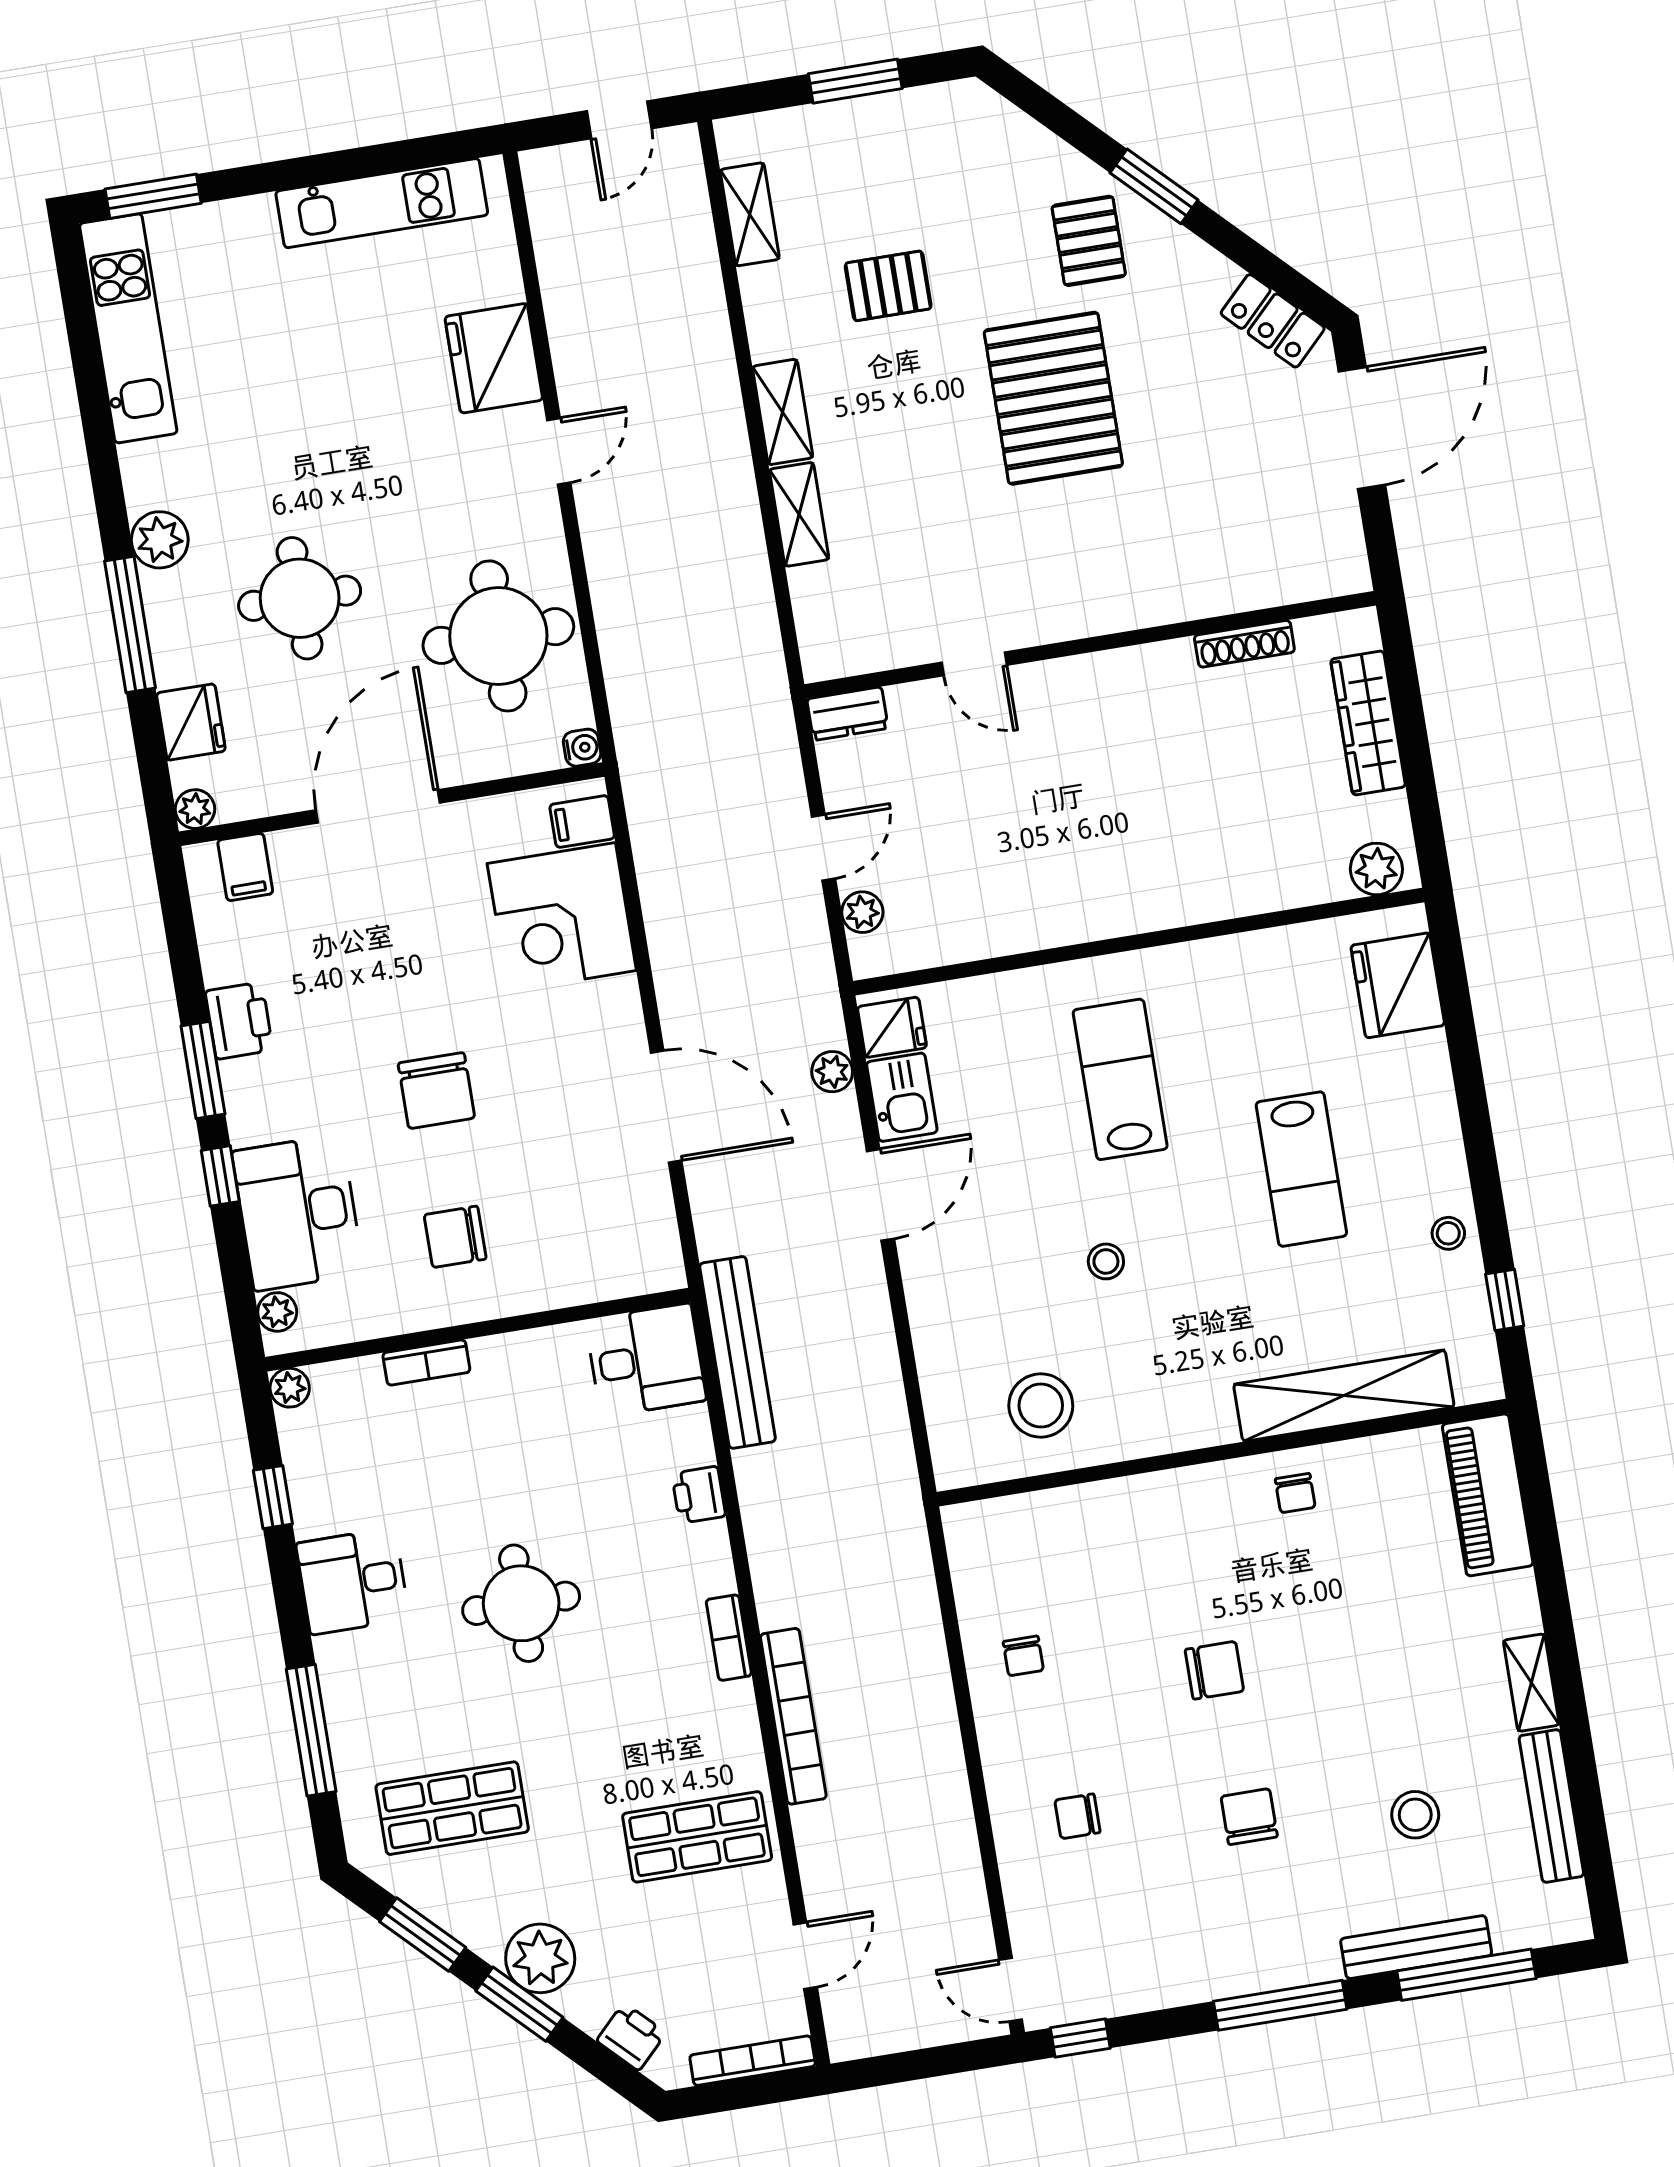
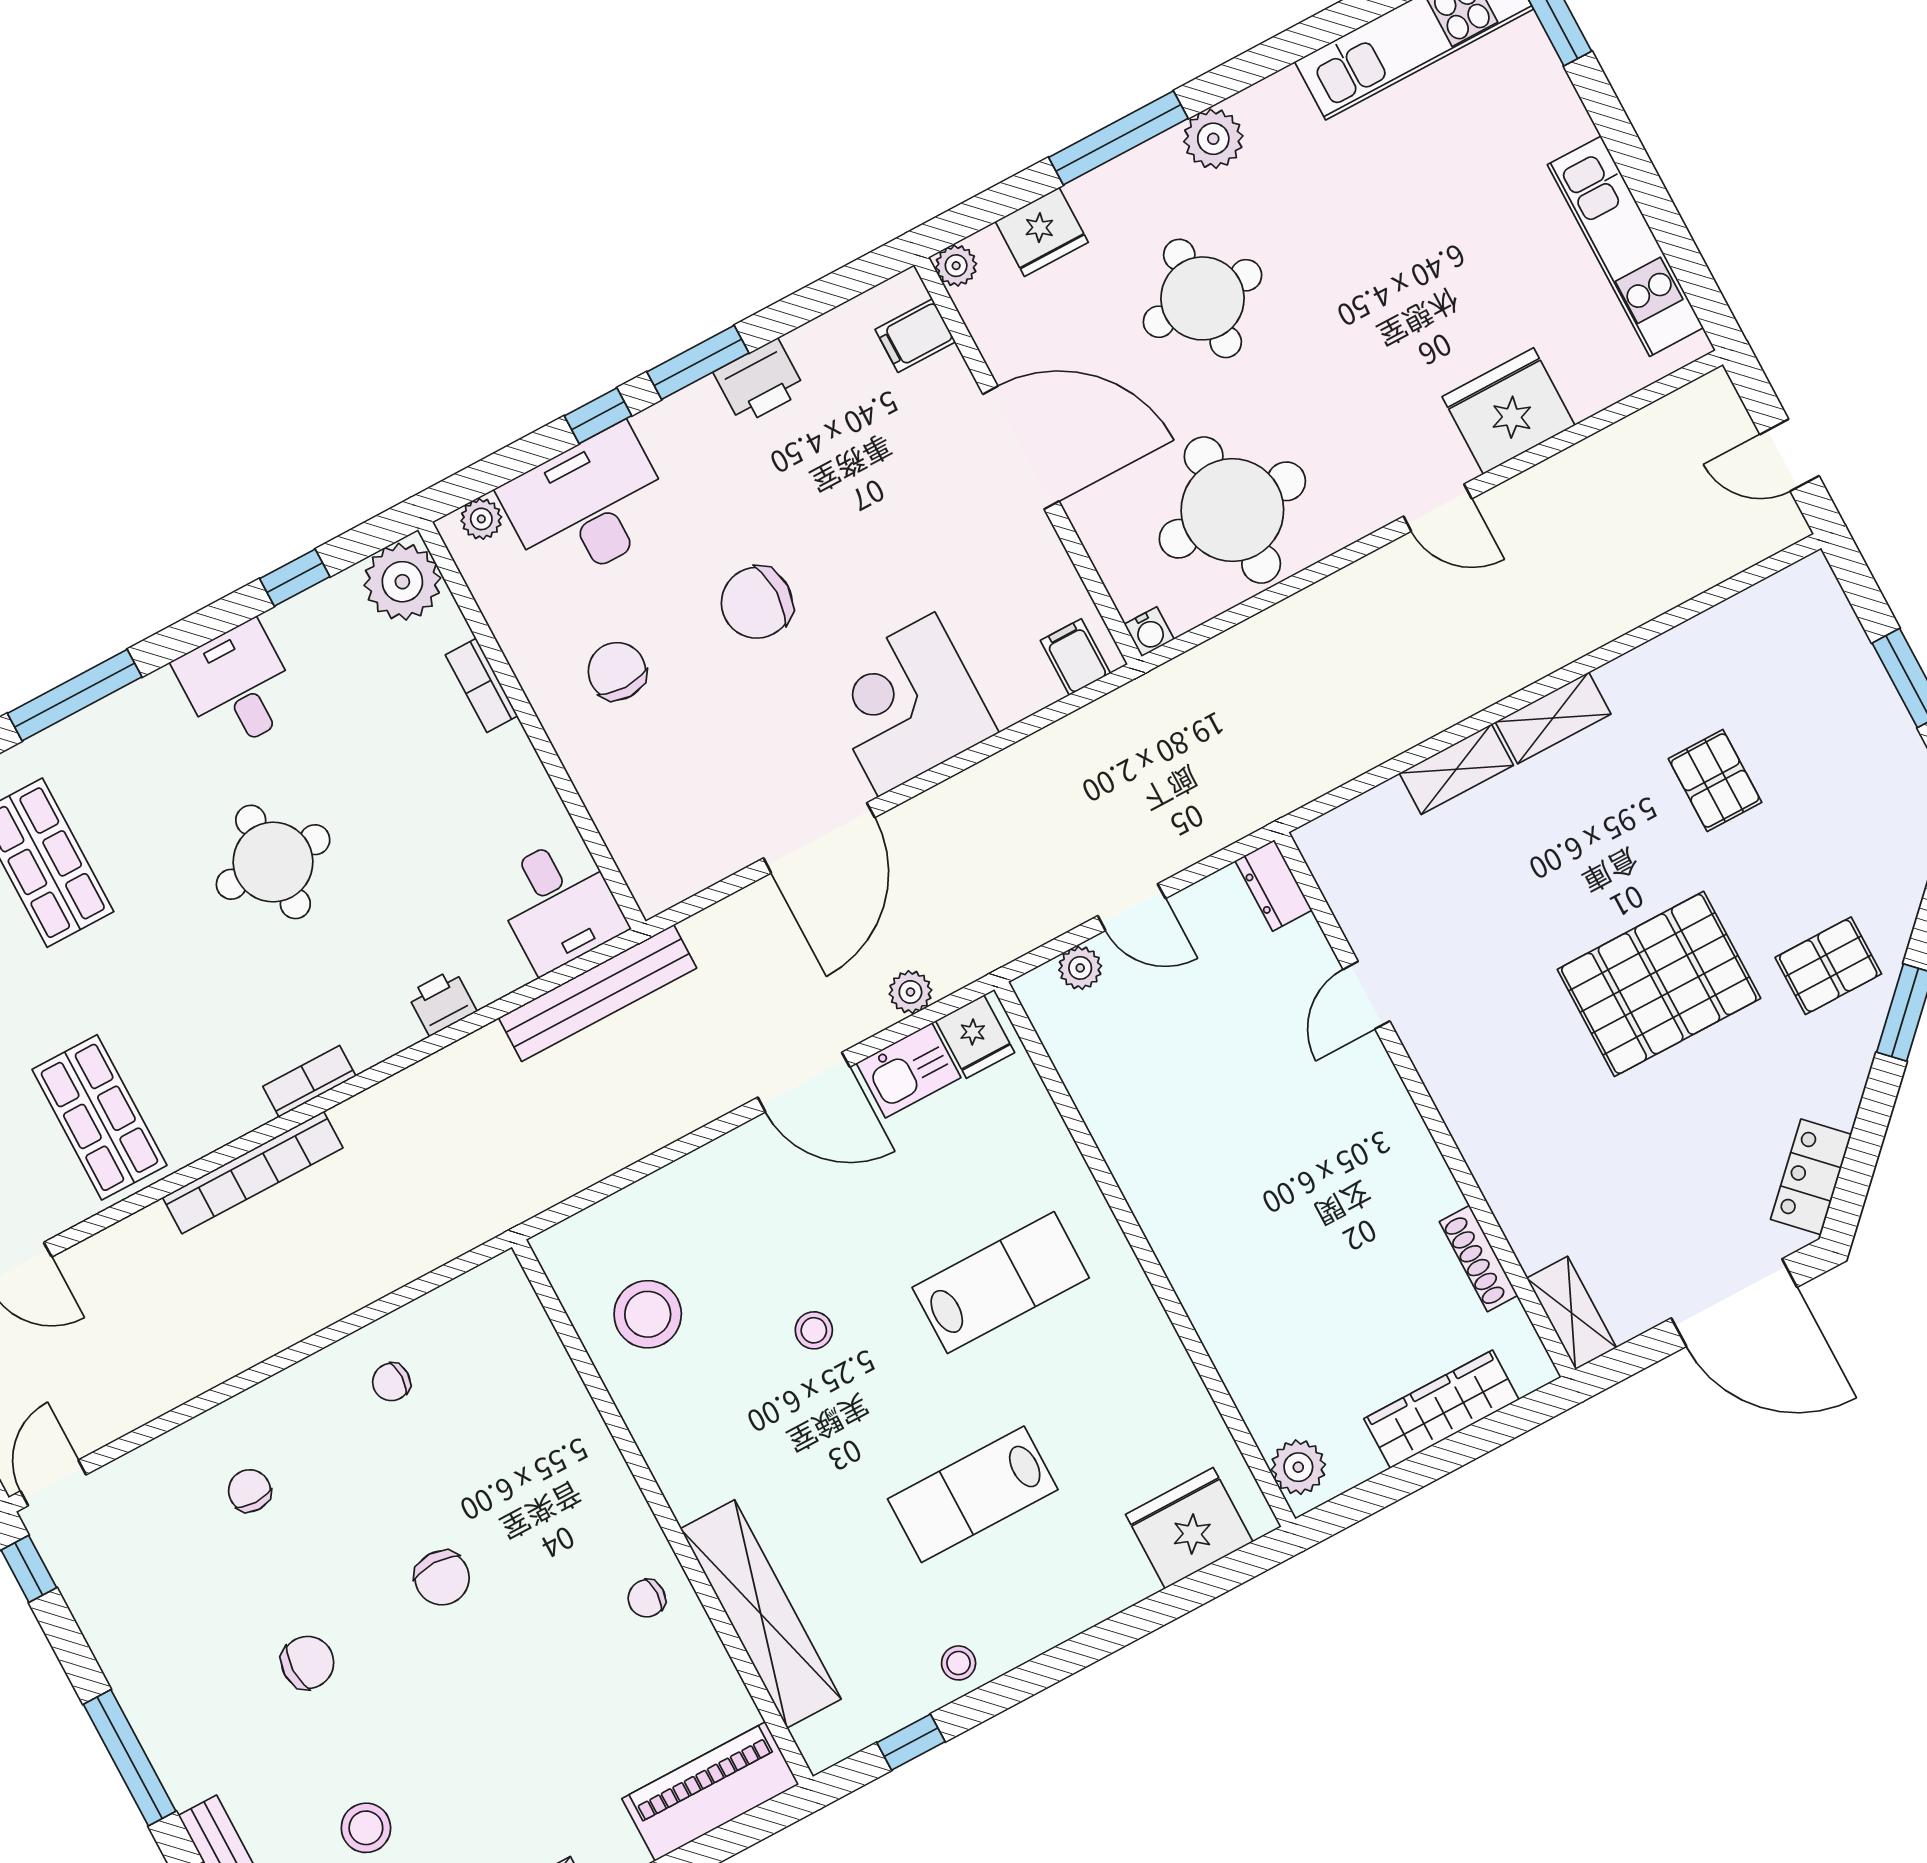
shelving: (750, 214) -> (1571, 1313), moved, turned 90
corner desk: (562, 917) -> (907, 704), moved
plant: (290, 1388) -> (402, 582), width x1.88, depth x1.88

